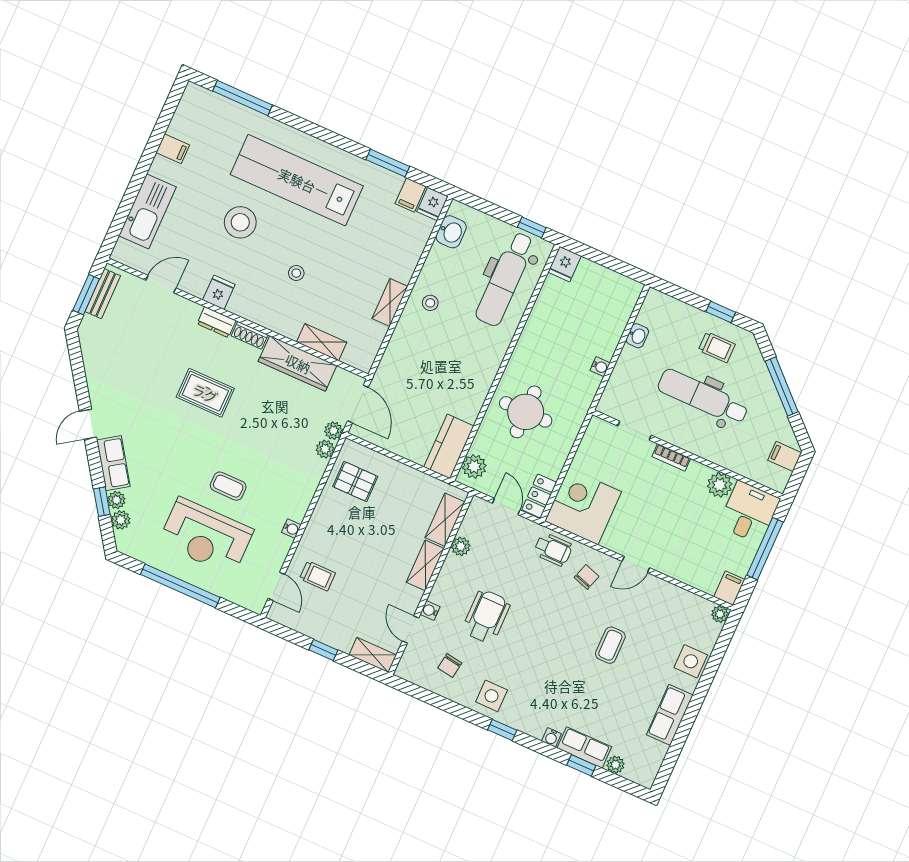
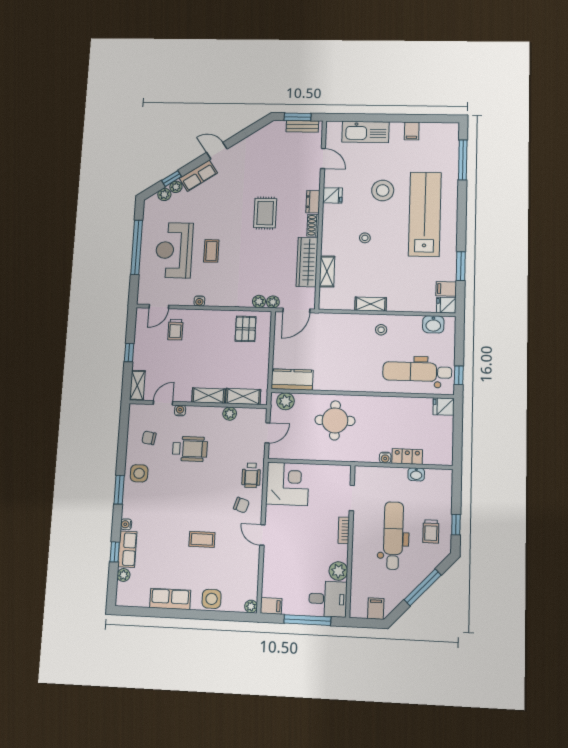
locker: (539, 496) -> (407, 457), moved
window: (502, 730) -> (119, 490), width x1.50

